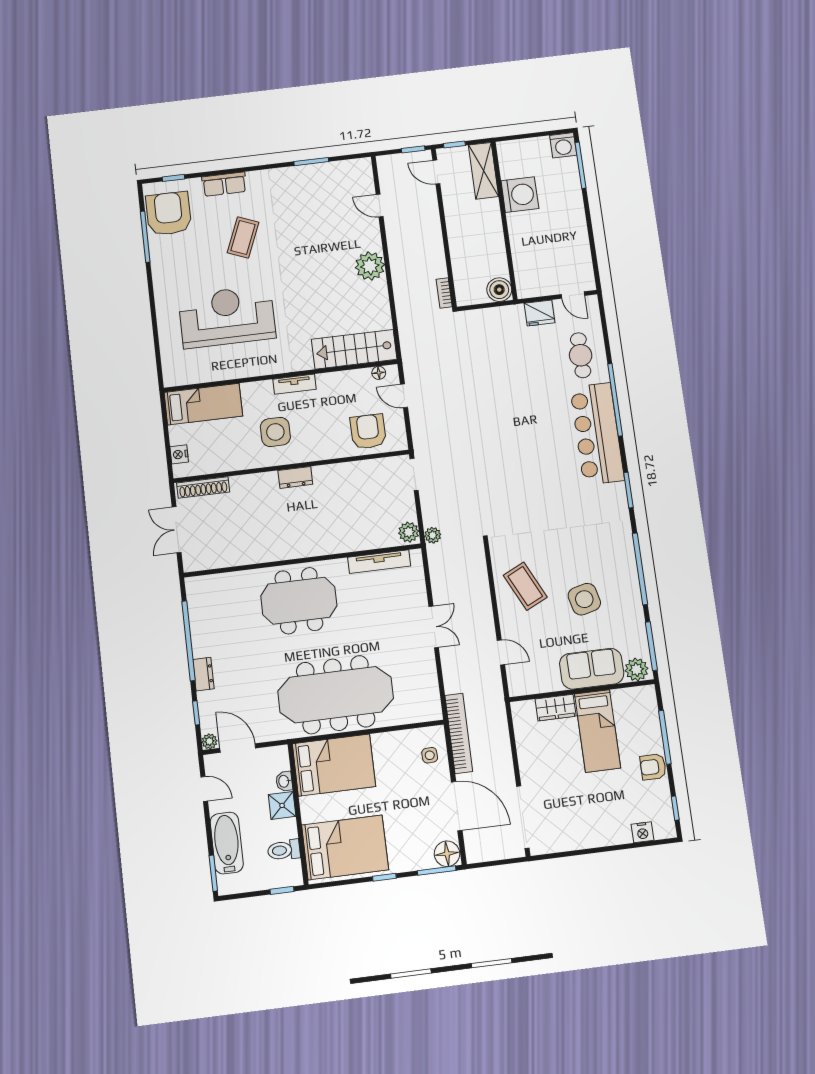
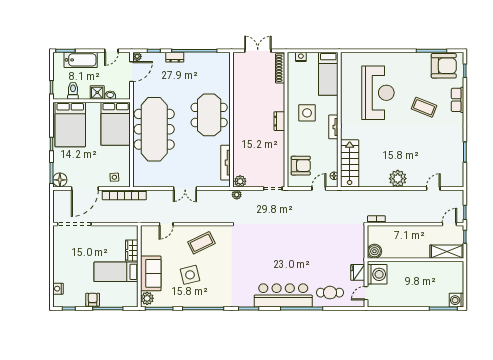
washing machine: (520, 195) -> (377, 274), moved, turned -90

